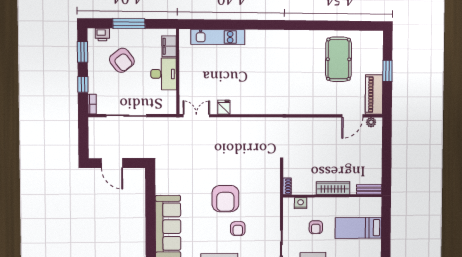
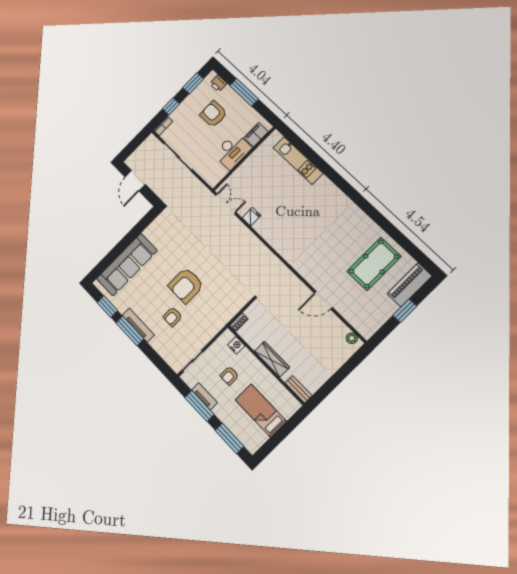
armchair: (122, 60) -> (214, 114), turned 128
piano: (374, 95) -> (410, 285), moved
door: (352, 116) -> (323, 300), moved

